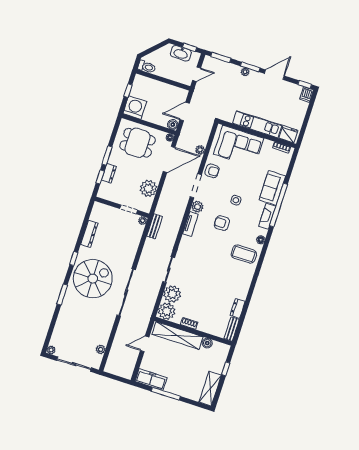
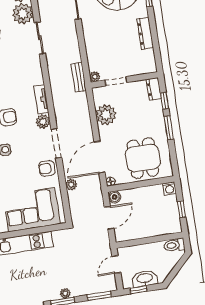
washing machine: (135, 108) -> (169, 188), width x0.53, depth x0.53
dining table: (137, 143) -> (143, 158), turned 90
dresser: (109, 173) -> (154, 89), moved

